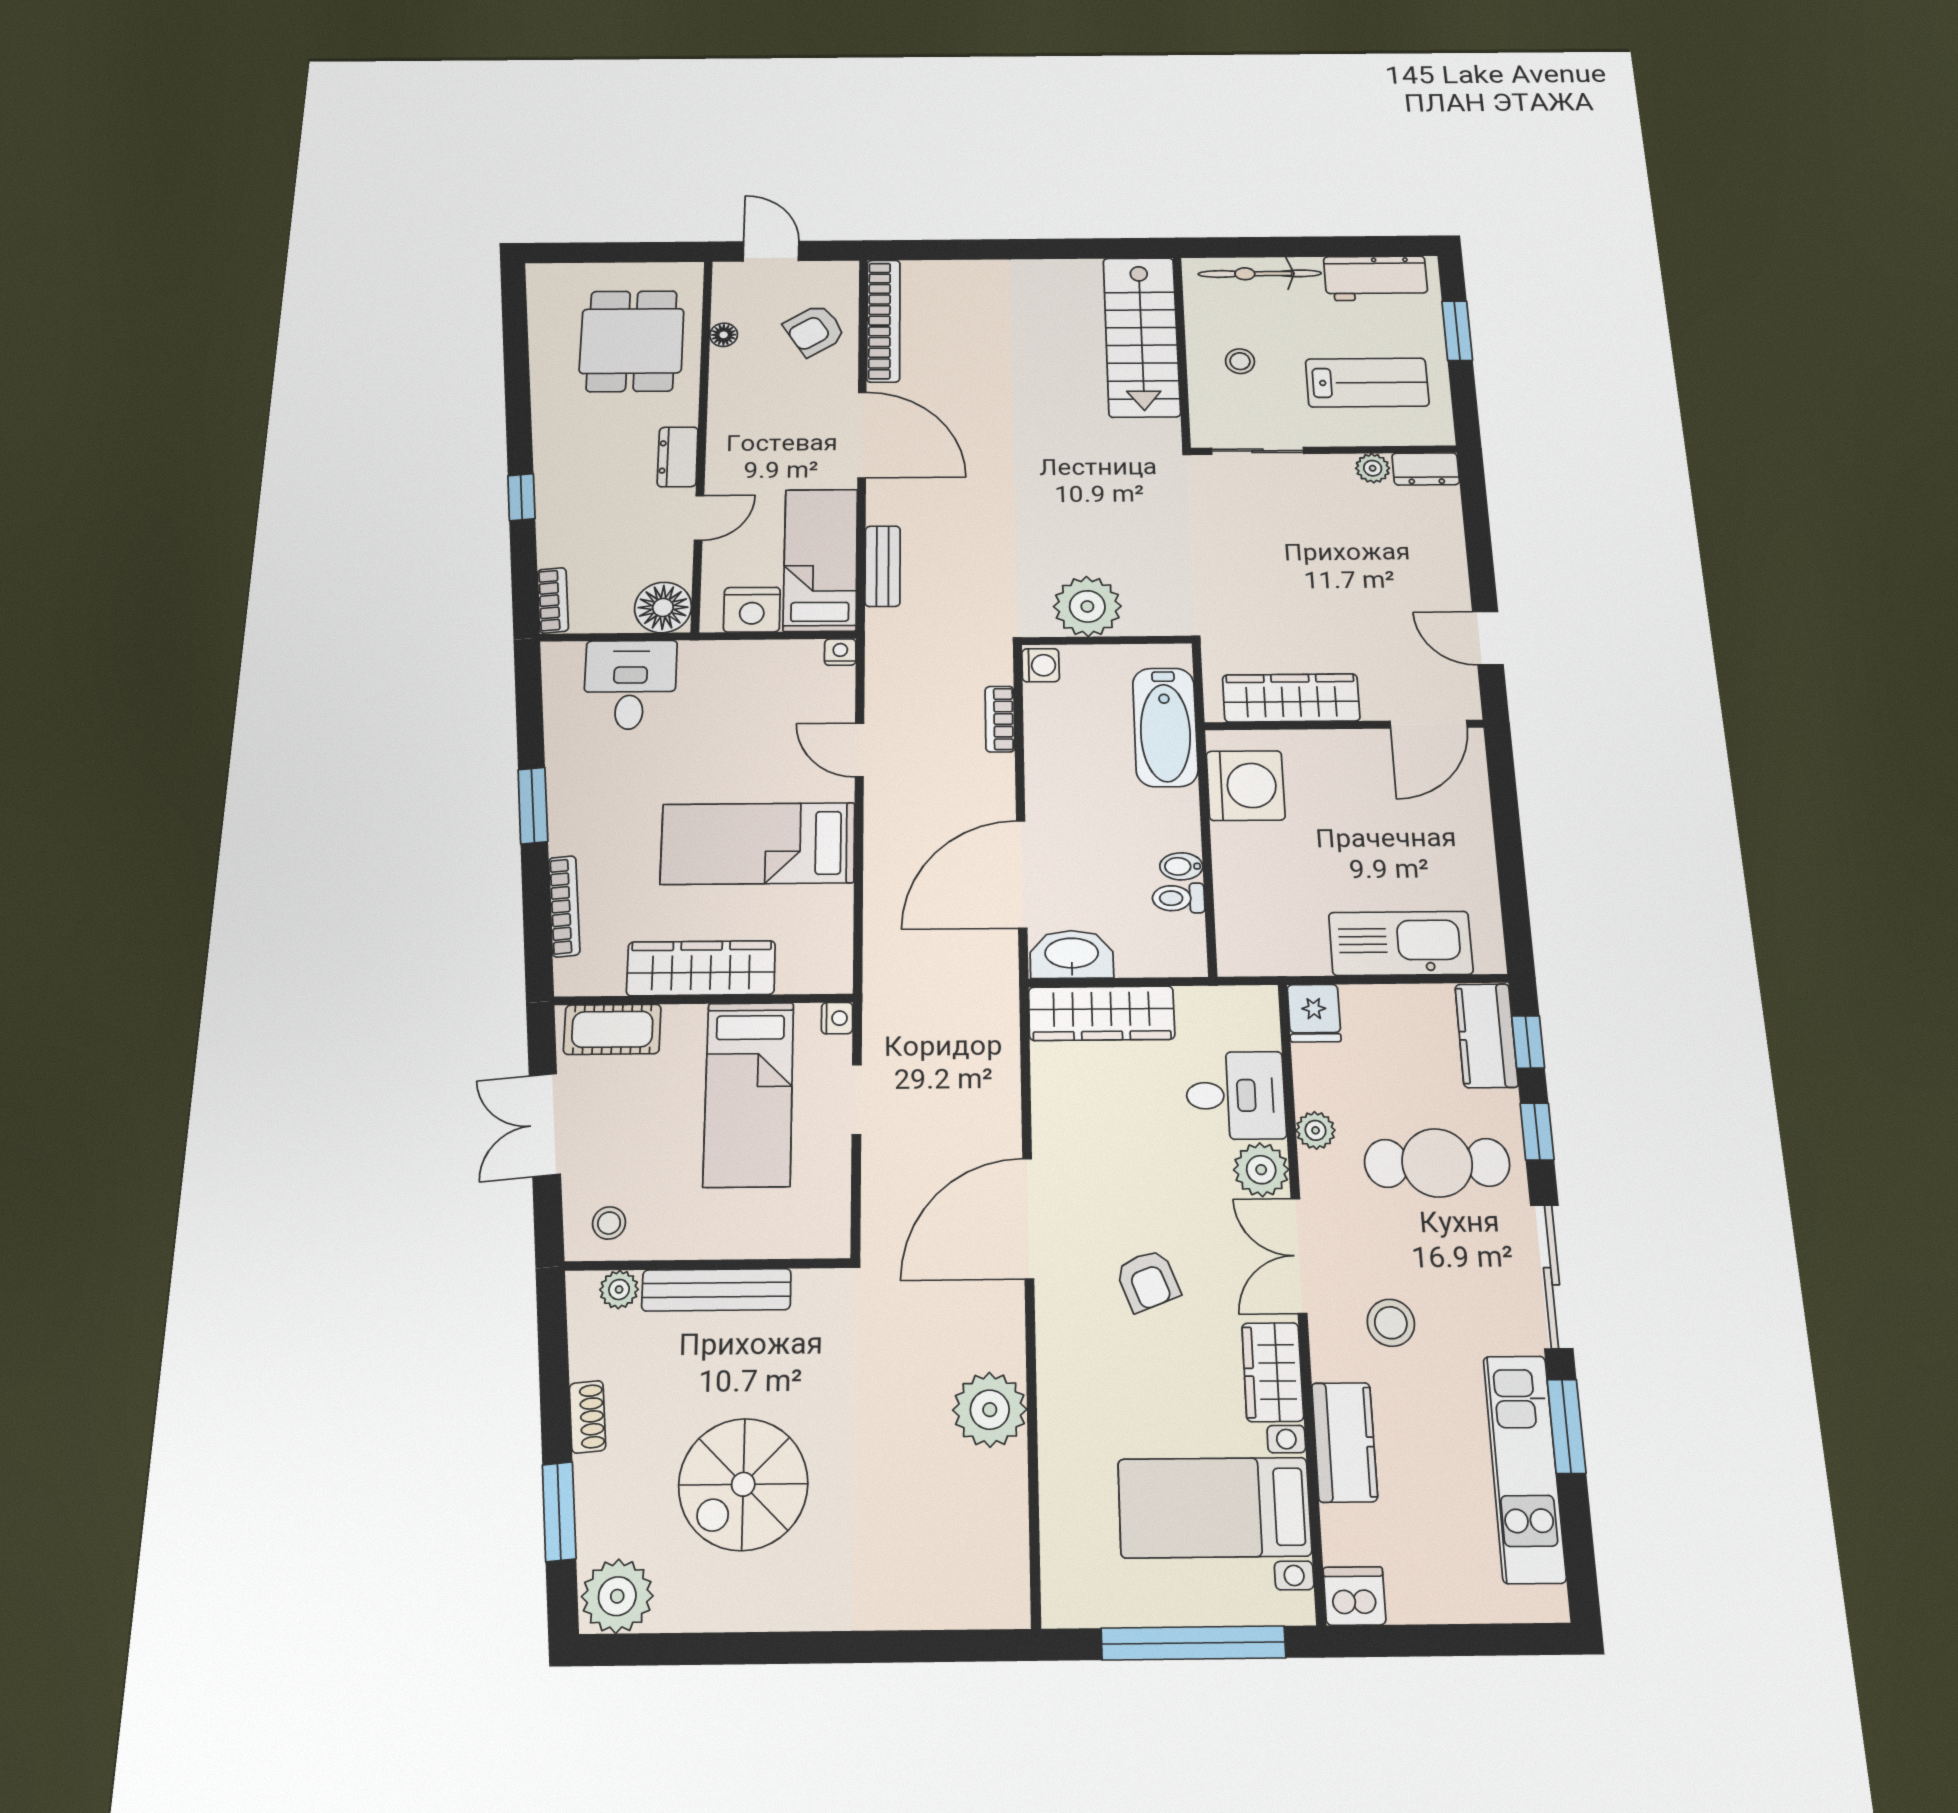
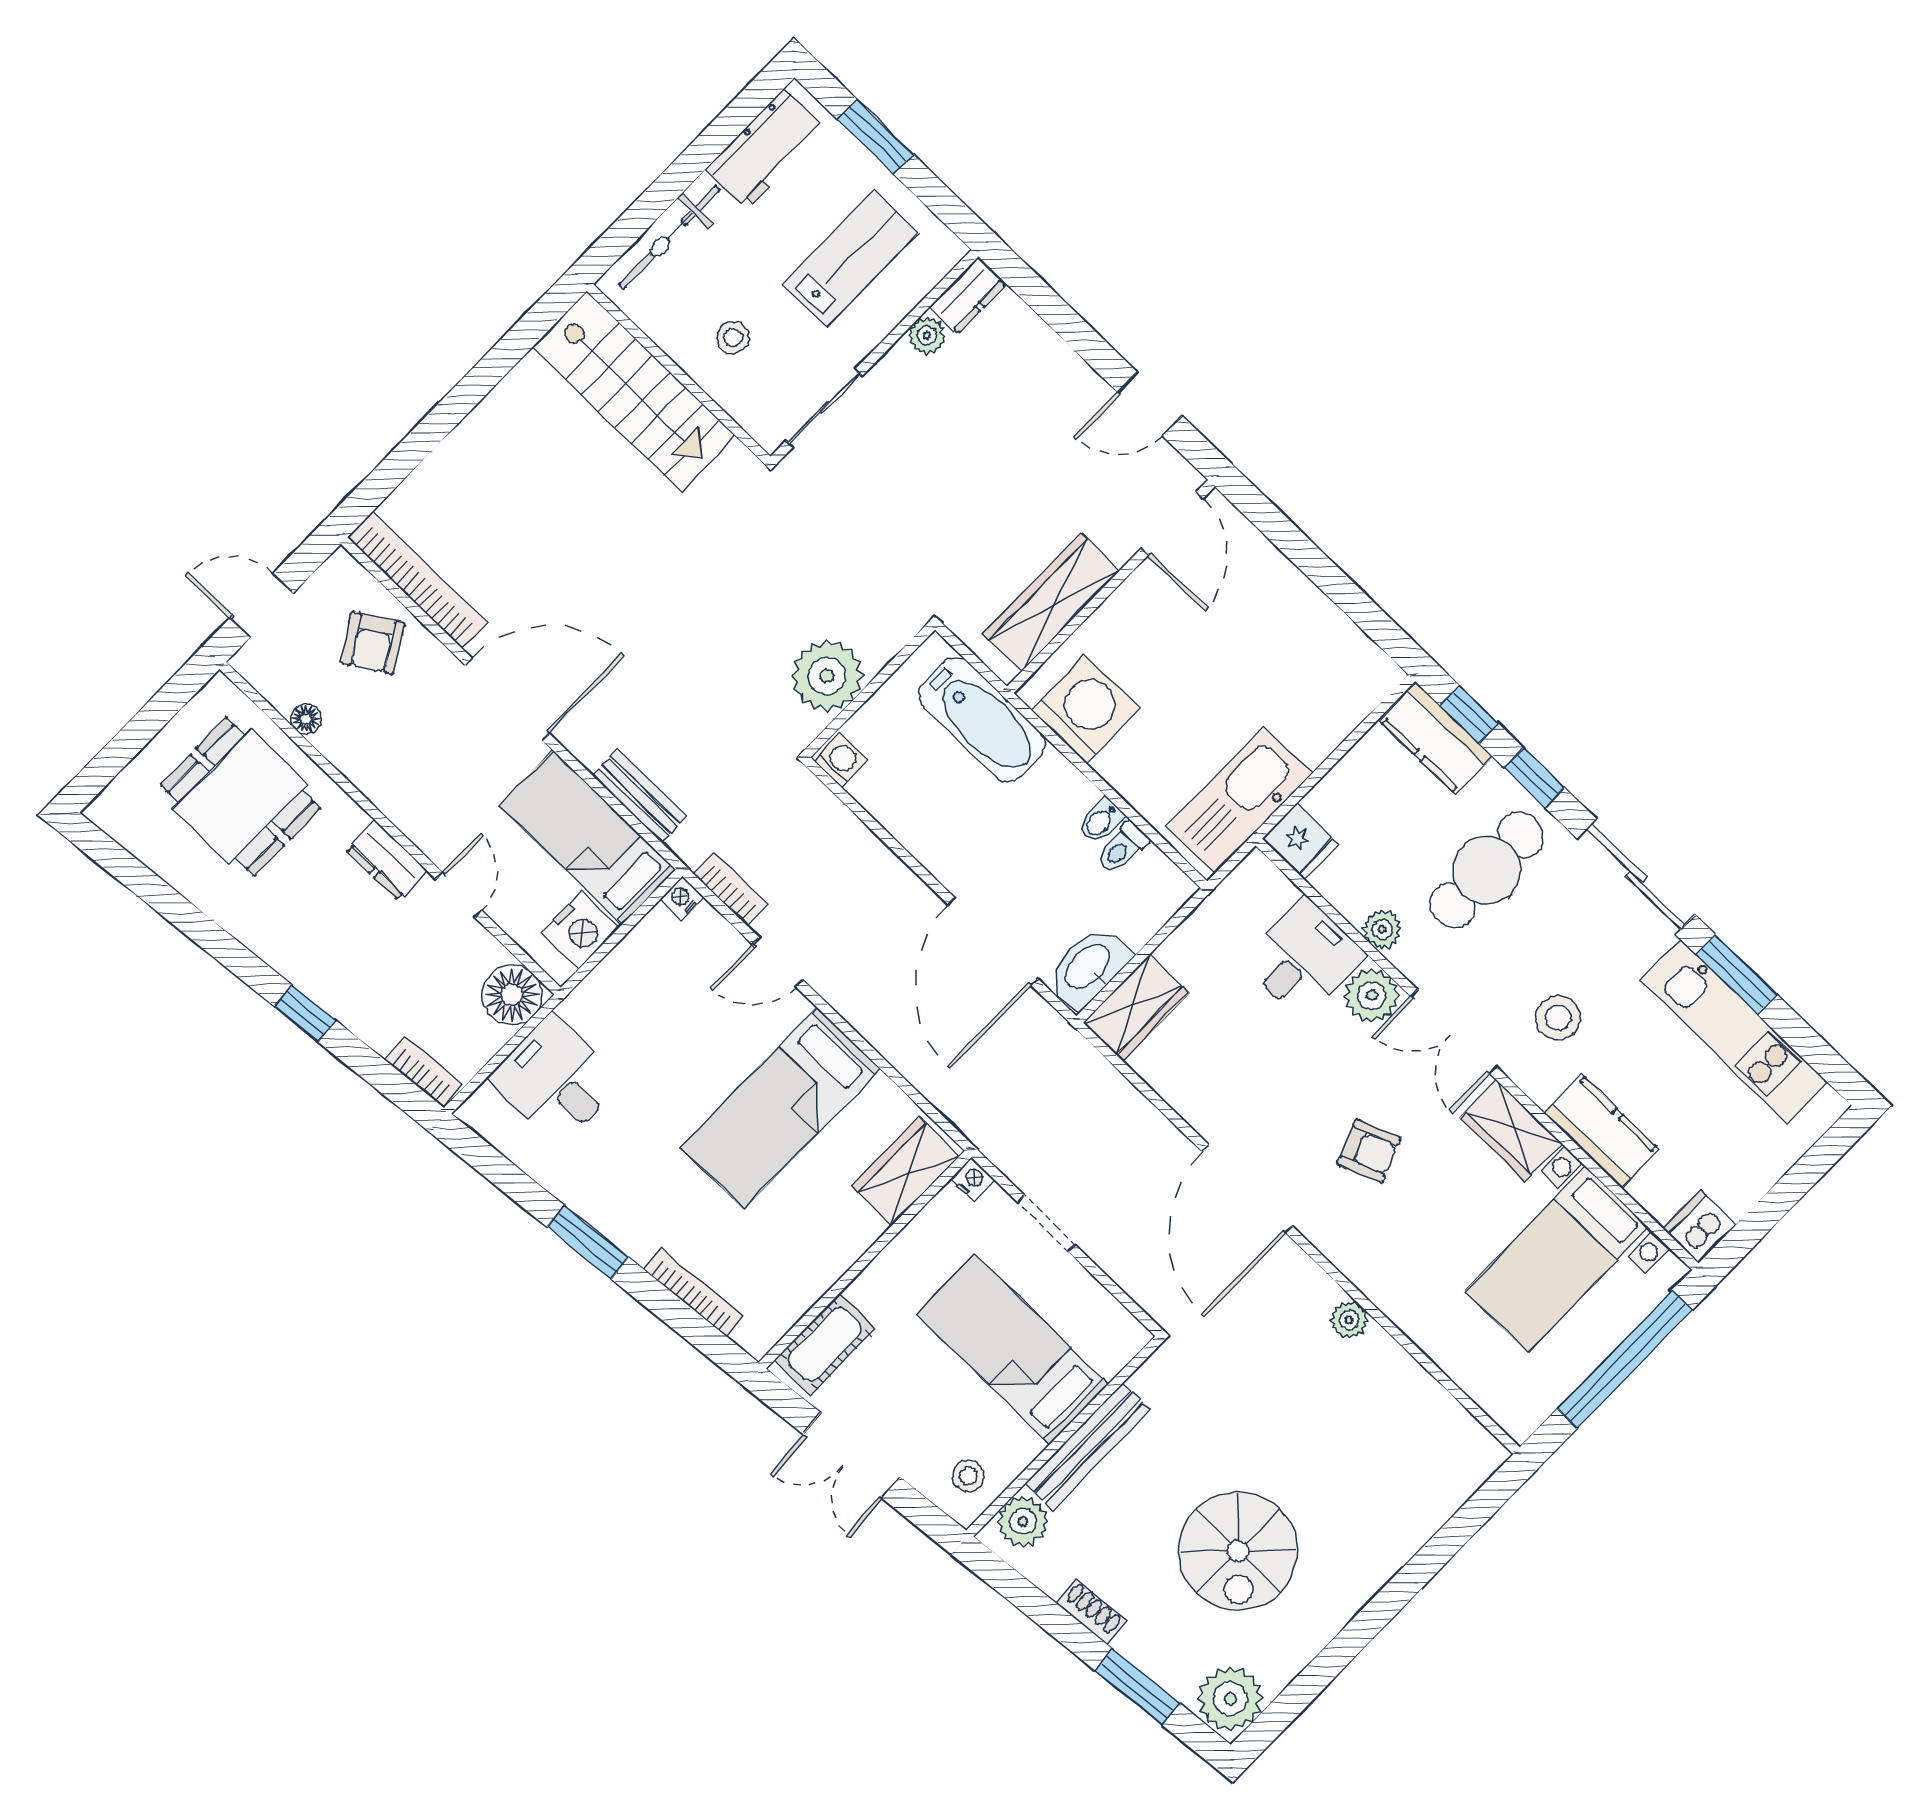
bookcase: (1000, 719) -> (731, 889), moved, turned 180
kitchen sink: (1401, 943) -> (1240, 800), moved
wardrobe: (701, 968) -> (905, 1171), moved, width x0.67
wardrobe: (1101, 1013) -> (1136, 1008), width x0.67
bed: (749, 1094) -> (1013, 1349), moved, turned 180
plant: (619, 1289) -> (1023, 1521), width x1.38, depth x1.38
plant: (990, 1410) -> (1349, 1320), width x0.53, depth x0.53

